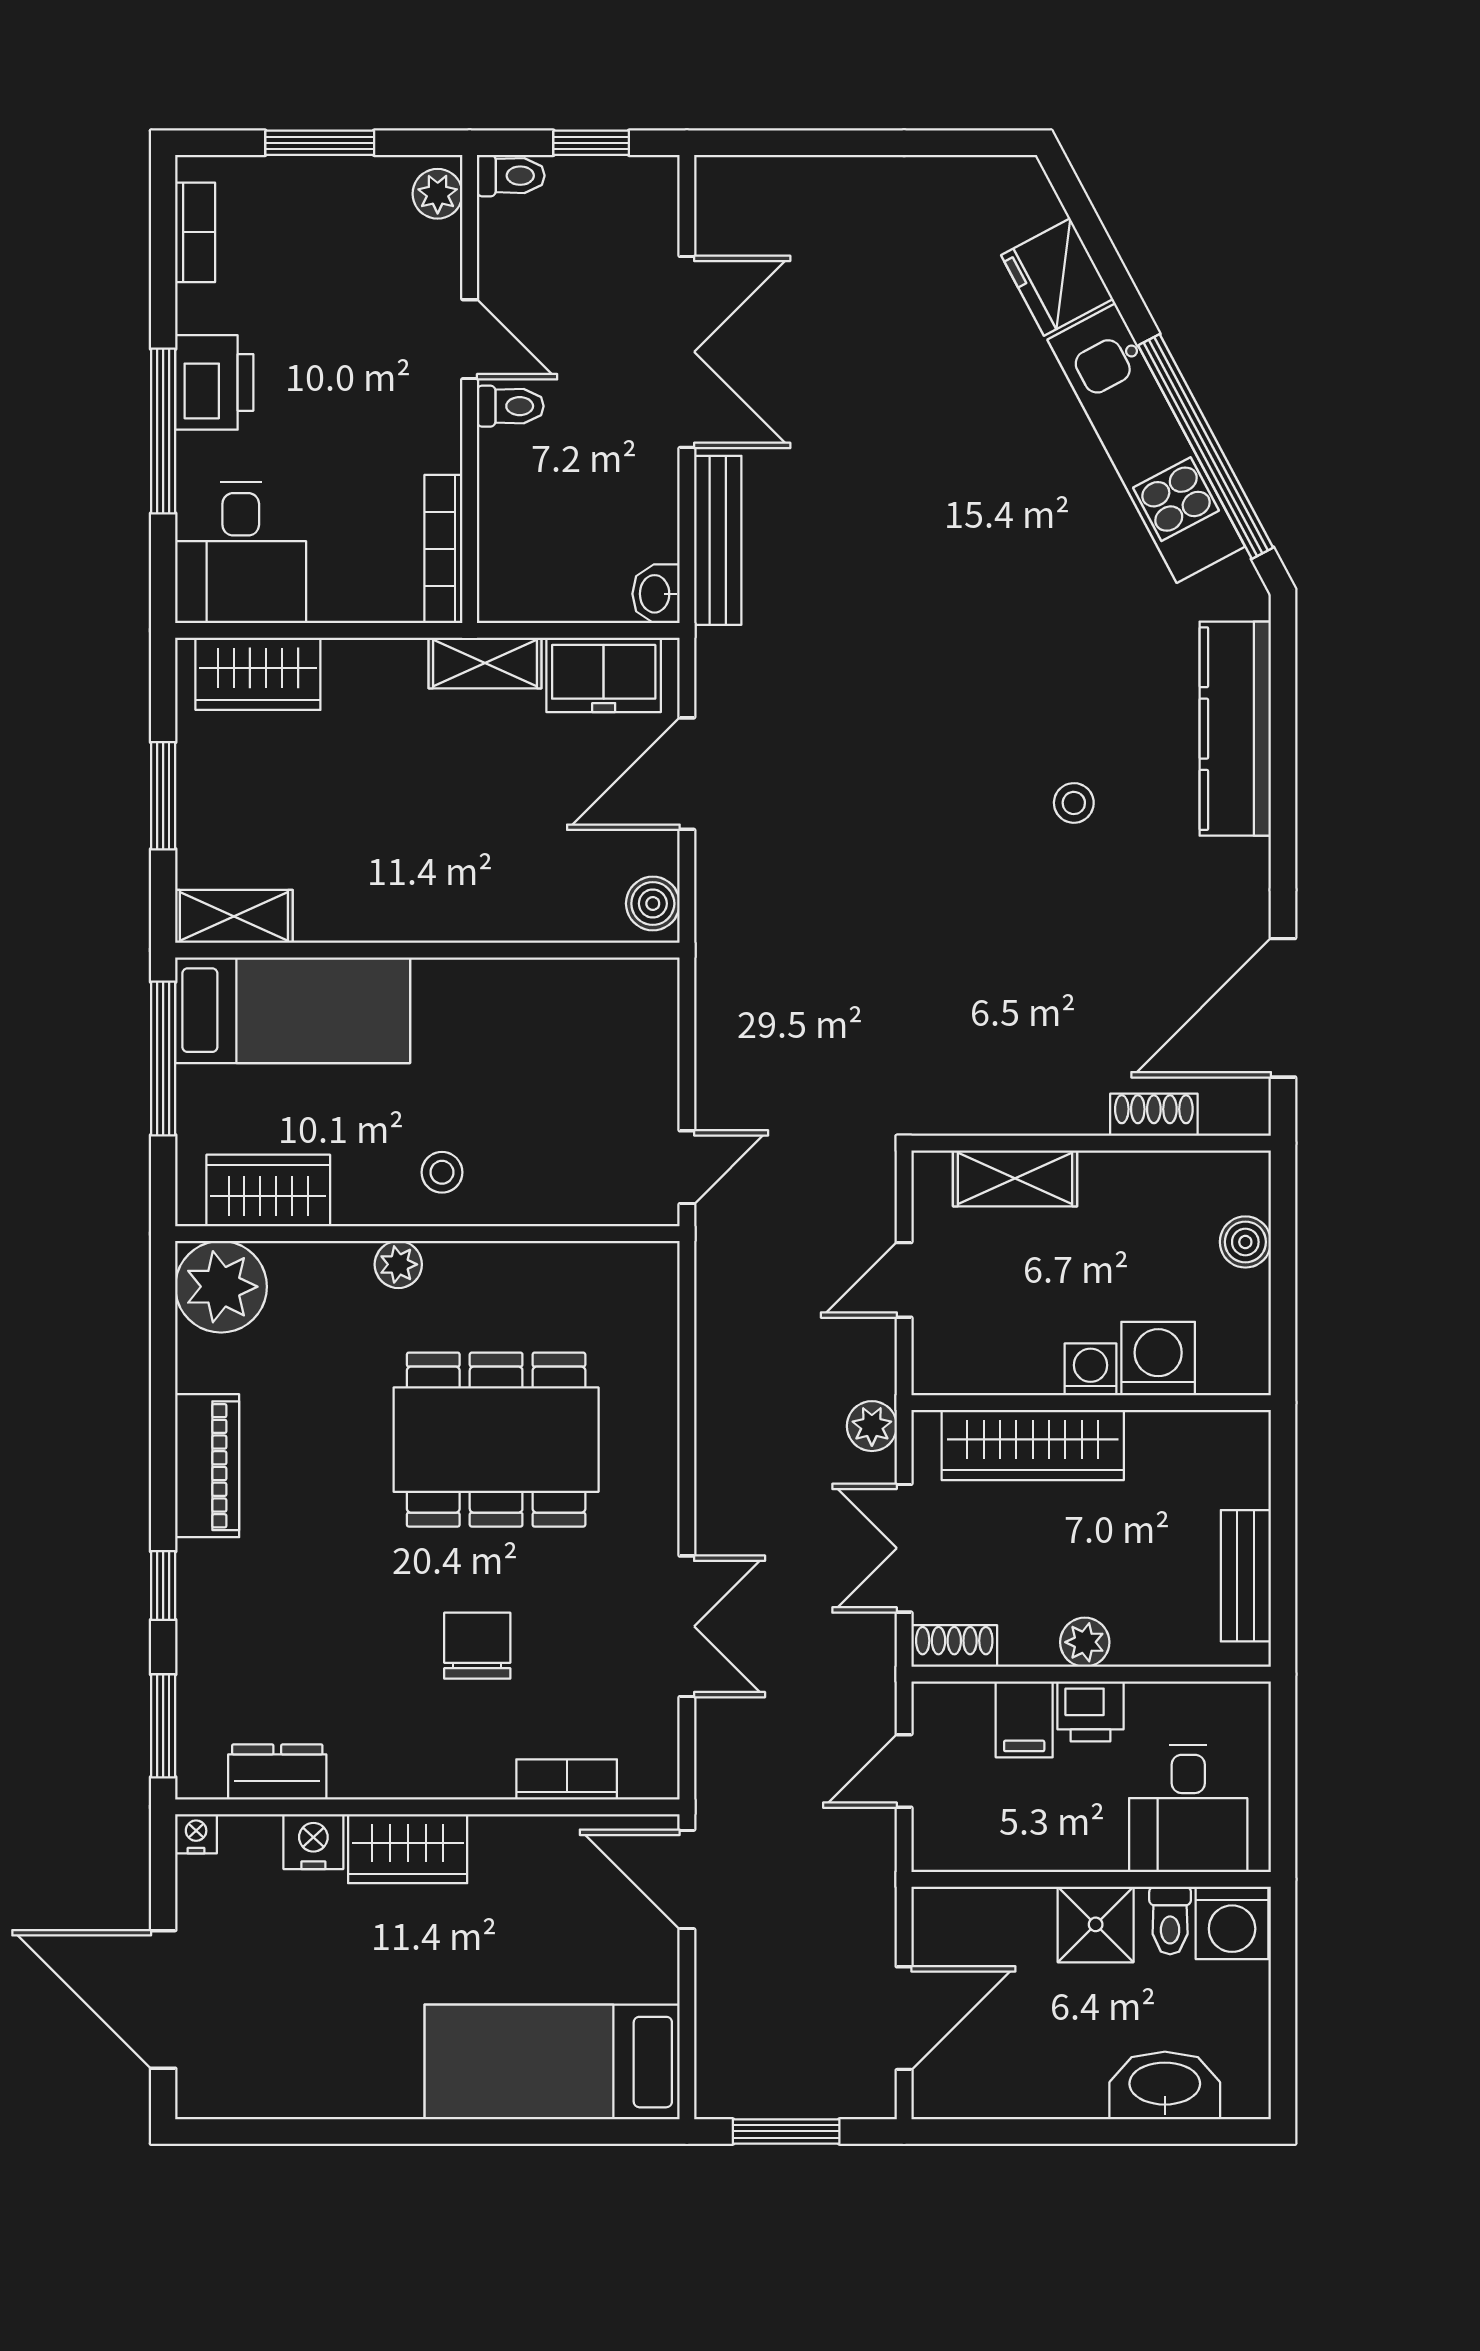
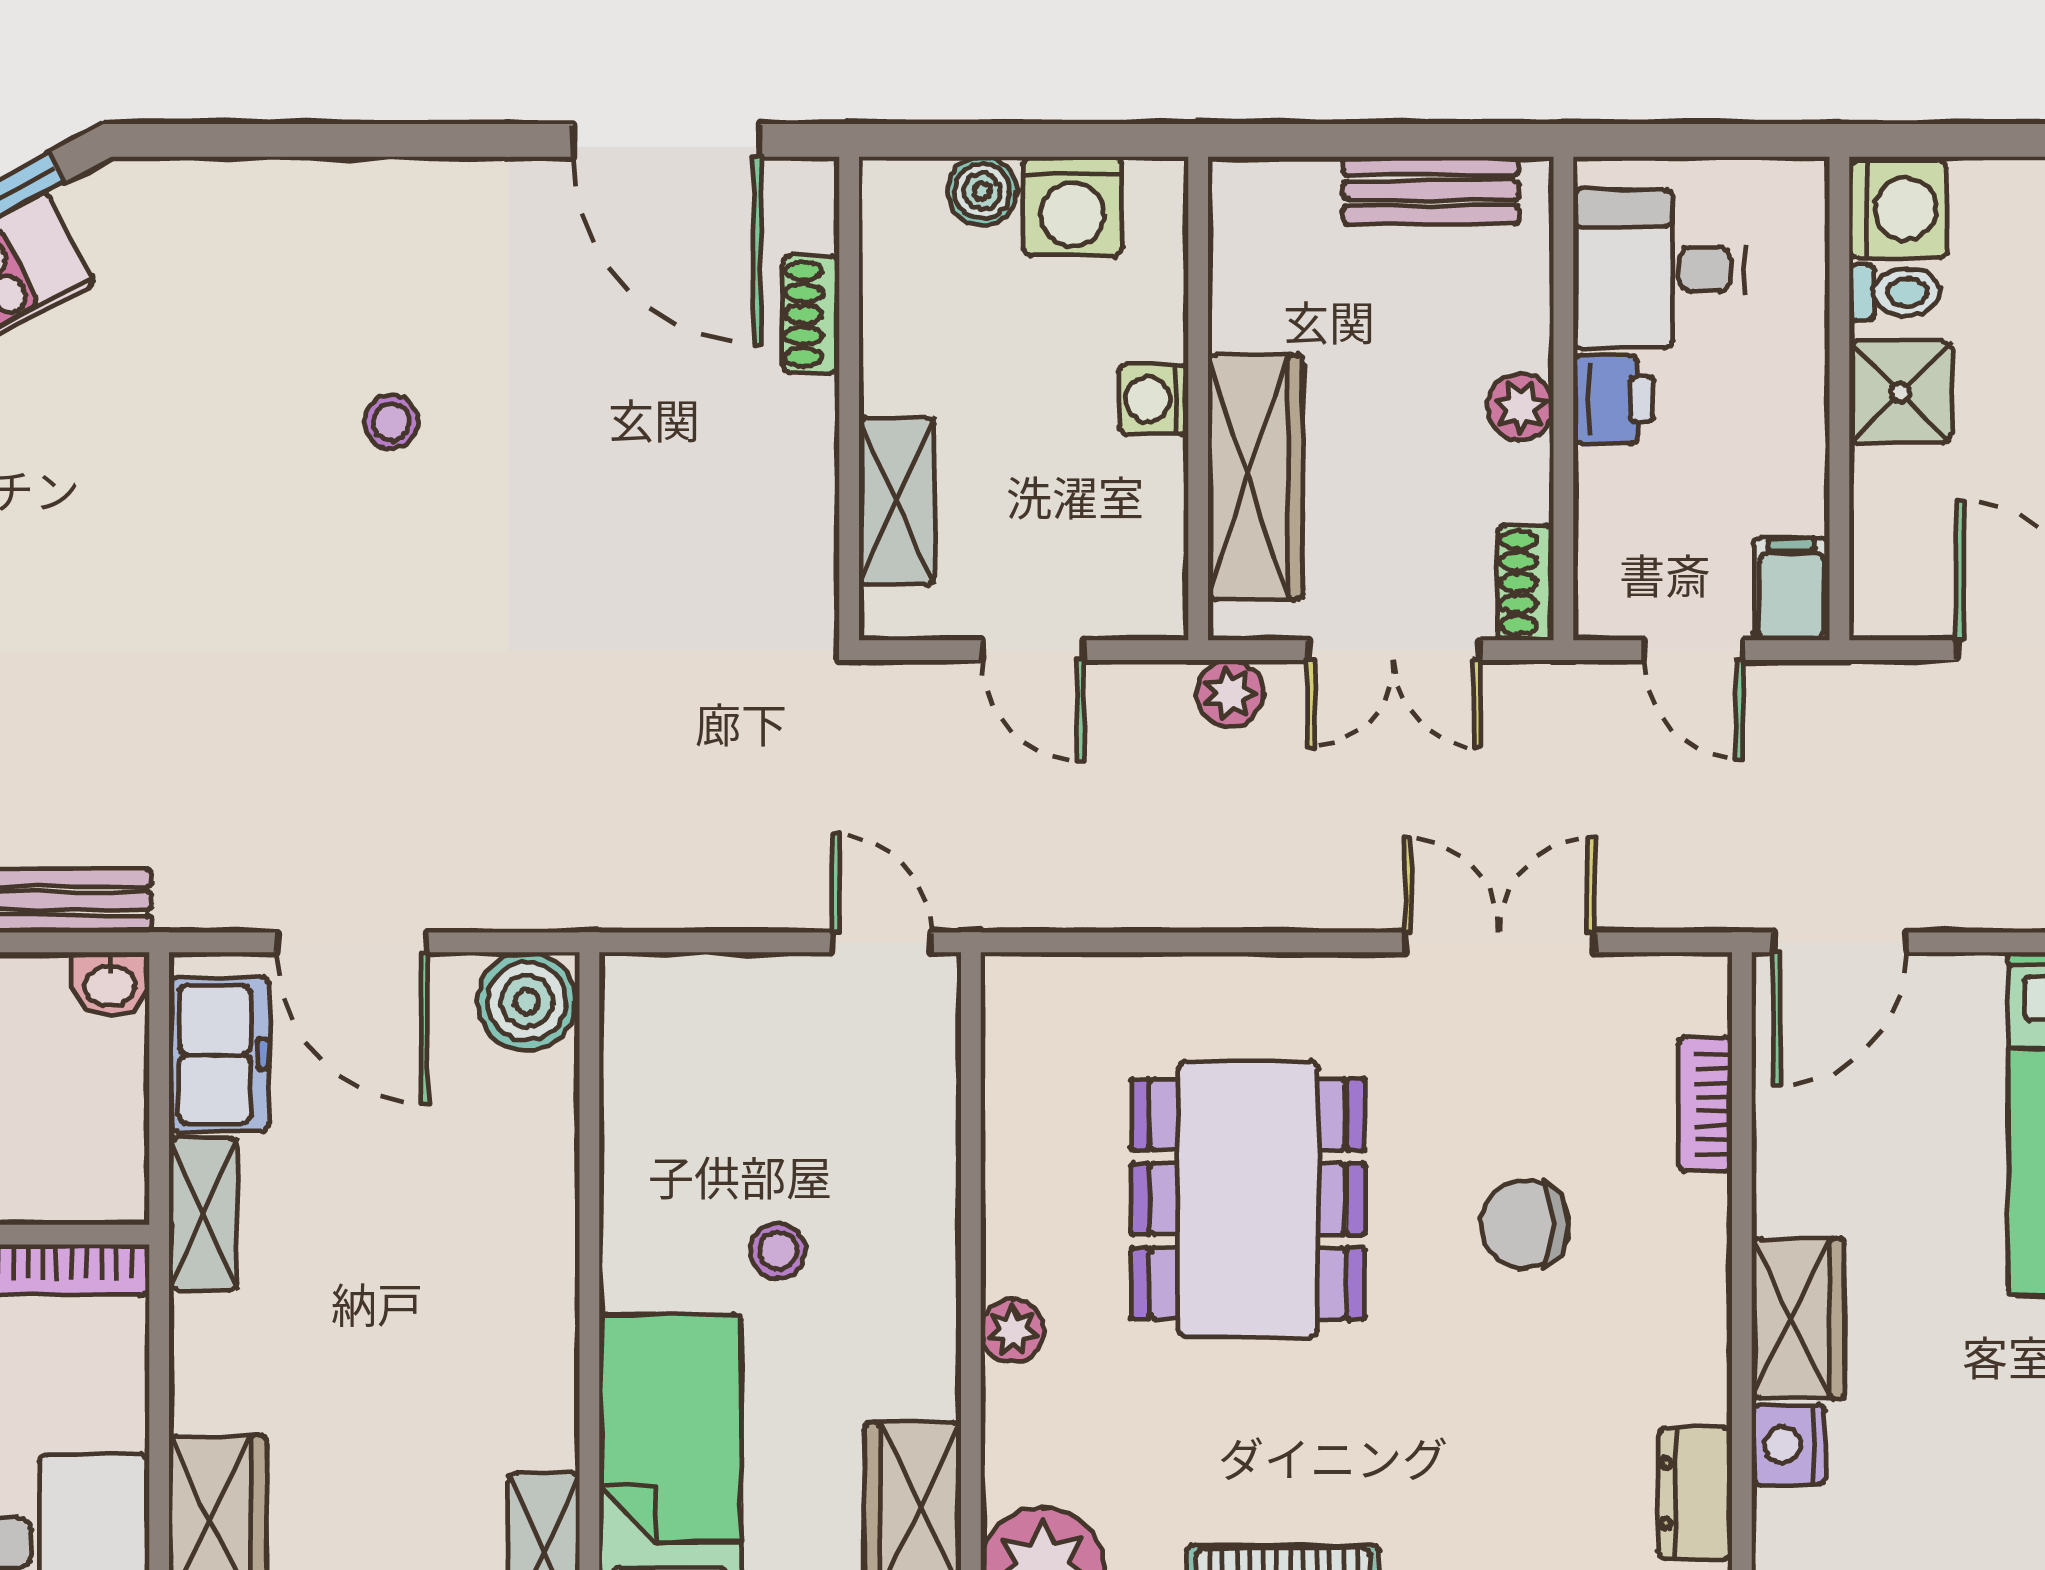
kitchen counter: (1235, 729) -> (291, 205), removed
boiler: (653, 904) -> (527, 1001), width x1.36, depth x1.36
stool: (442, 1172) -> (778, 1251), moved
washing machine: (1158, 1359) -> (1072, 206), moved, turned -90
filing cabinet: (1024, 1719) -> (1791, 589), moved, turned -90
desk: (1188, 1808) -> (1659, 269), moved, turned 180

